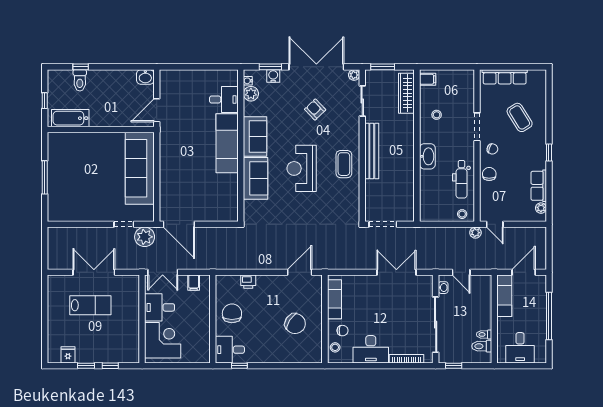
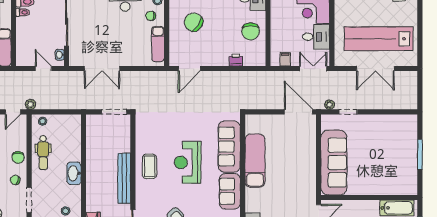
exam couch: (227, 143) -> (255, 161), moved
reception desk: (302, 168) -> (188, 162), turned 180
sofa: (256, 178) -> (229, 147), width x1.36
dental chair: (462, 179) -> (43, 153), turned 180
door: (495, 224) -> (13, 112), swing flipped
plant: (145, 237) -> (330, 105), width x0.53, depth x0.53
lab bench: (90, 305) -> (379, 39), width x1.86, depth x1.39

